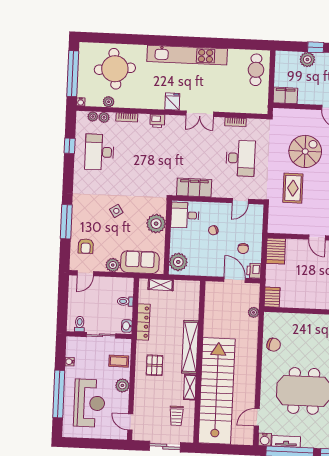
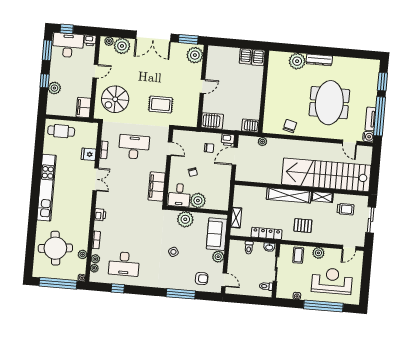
fridge: (172, 101) -> (89, 154), moved
spiral stairs: (305, 151) -> (115, 99), moved, turned -90
plant: (178, 262) -> (198, 201), moved

